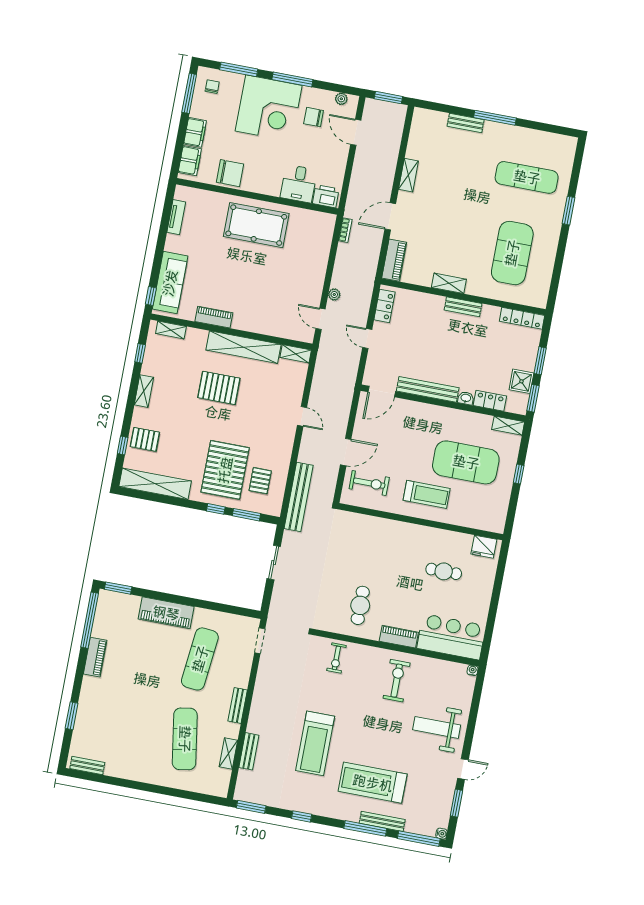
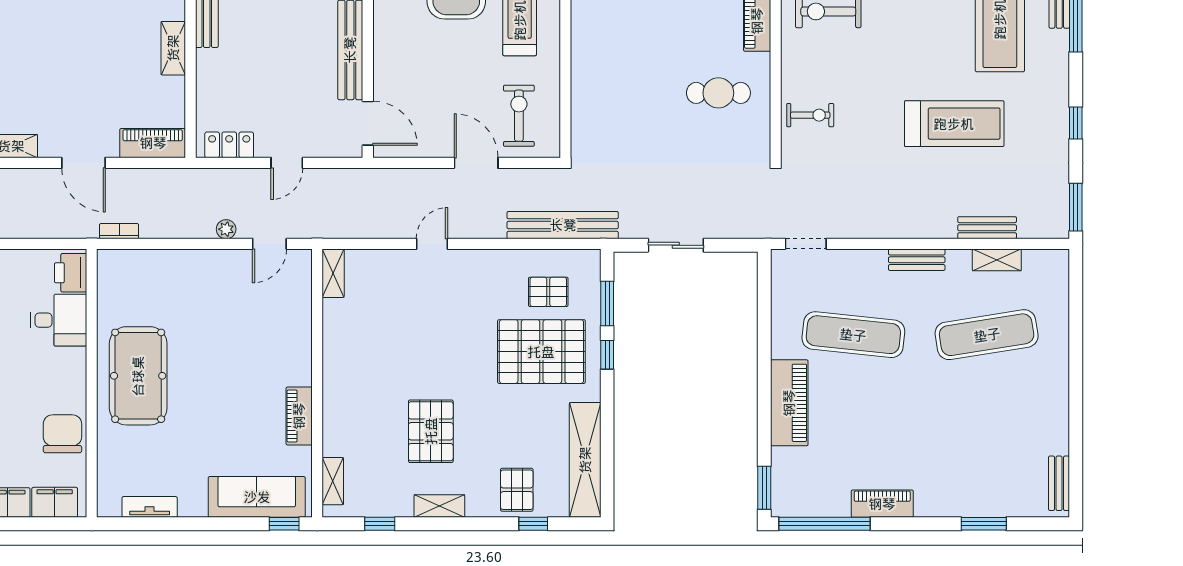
shelving: (244, 347) -> (338, 359), removed
pallet: (219, 388) -> (431, 431), moved

